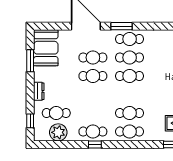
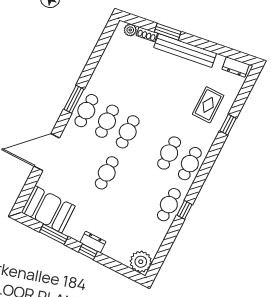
window: (122, 26) -> (74, 99), moved
cafe table: (93, 57) -> (86, 162), removed
cafe table: (56, 113) -> (127, 235), removed
window: (30, 121) -> (88, 252), moved
plant: (58, 132) -> (141, 262), moved

